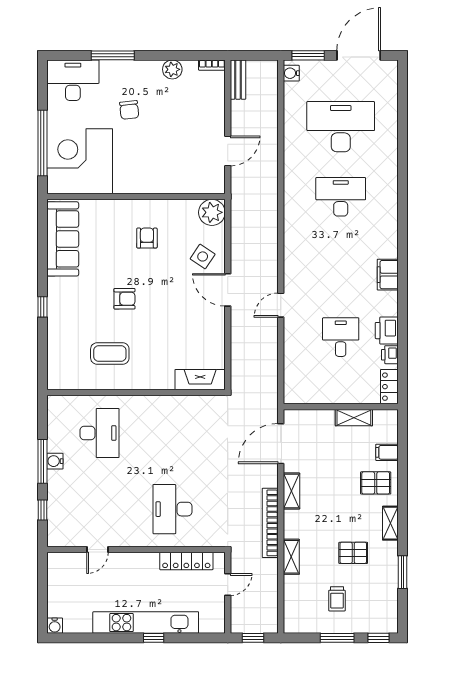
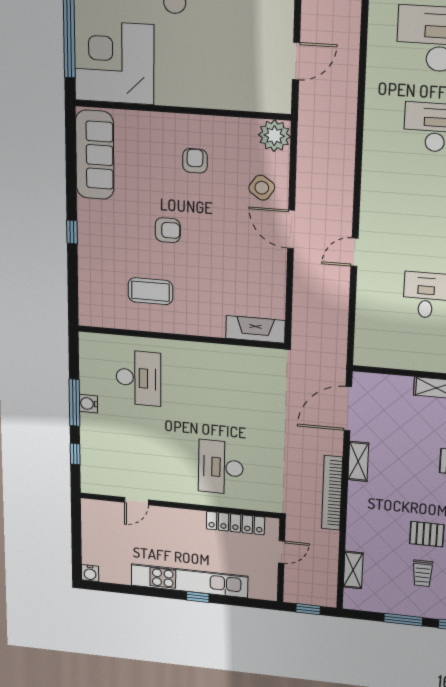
shelving: (291, 557) -> (353, 570), moved
trolley: (337, 599) -> (423, 573), moved

